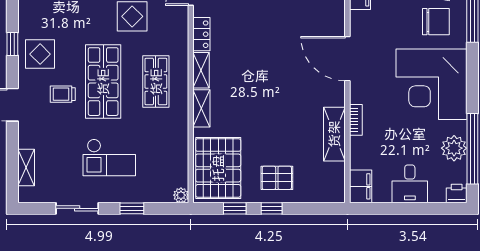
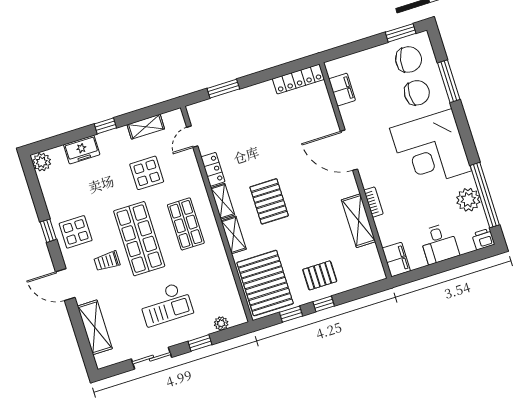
pallet: (249, 85) -> (269, 201), added
shelving: (26, 168) -> (95, 327), width x1.50, depth x1.33
plant: (181, 195) -> (221, 323), moved

